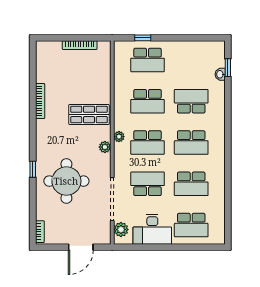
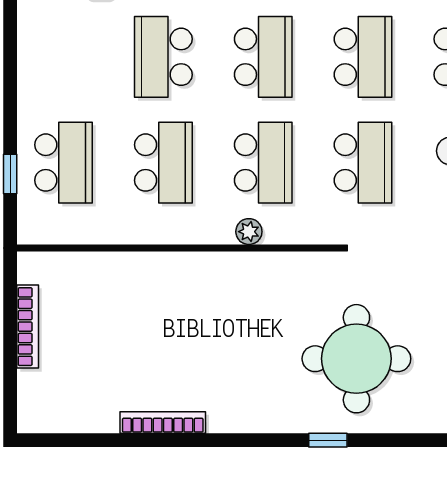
shop shelf: (89, 114) -> (195, 304), removed
plant: (105, 147) -> (274, 266), removed
school desk: (148, 184) -> (363, 163), turned 180

